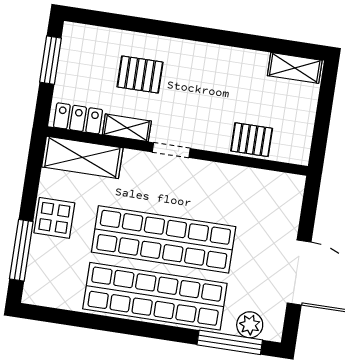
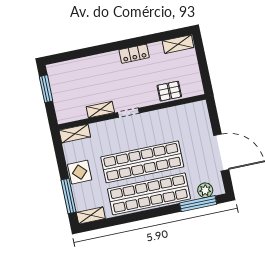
pallet: (140, 75) -> (97, 79), removed
locker: (78, 118) -> (134, 54), moved, turned 180
shelving: (82, 157) -> (75, 134), width x0.67, depth x0.75
shelving: (46, 296) -> (91, 215), added

